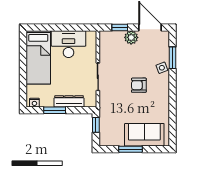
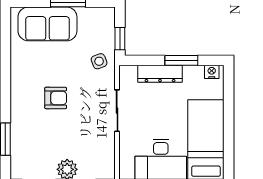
side table: (162, 68) -> (99, 61), moved

